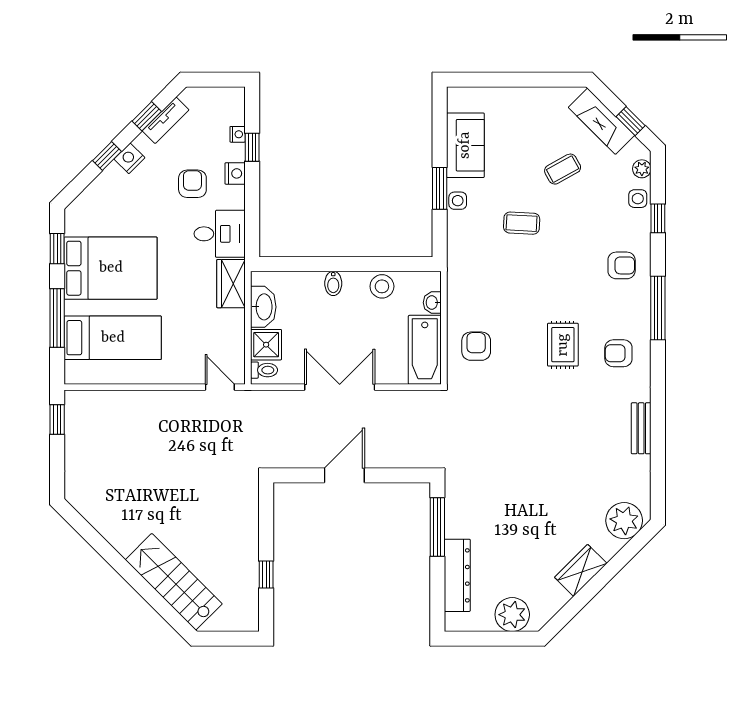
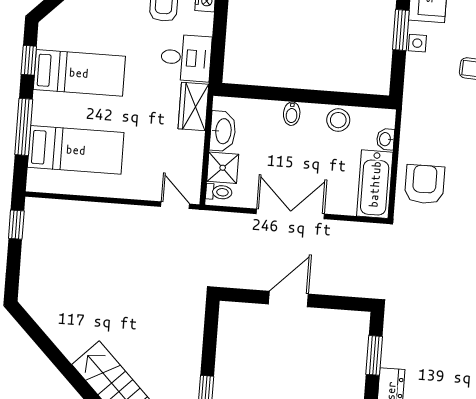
bed: (111, 268) -> (79, 73), width x0.67
armchair: (476, 346) -> (424, 184), width x1.38, depth x1.38
window: (437, 527) -> (374, 355), width x0.69

